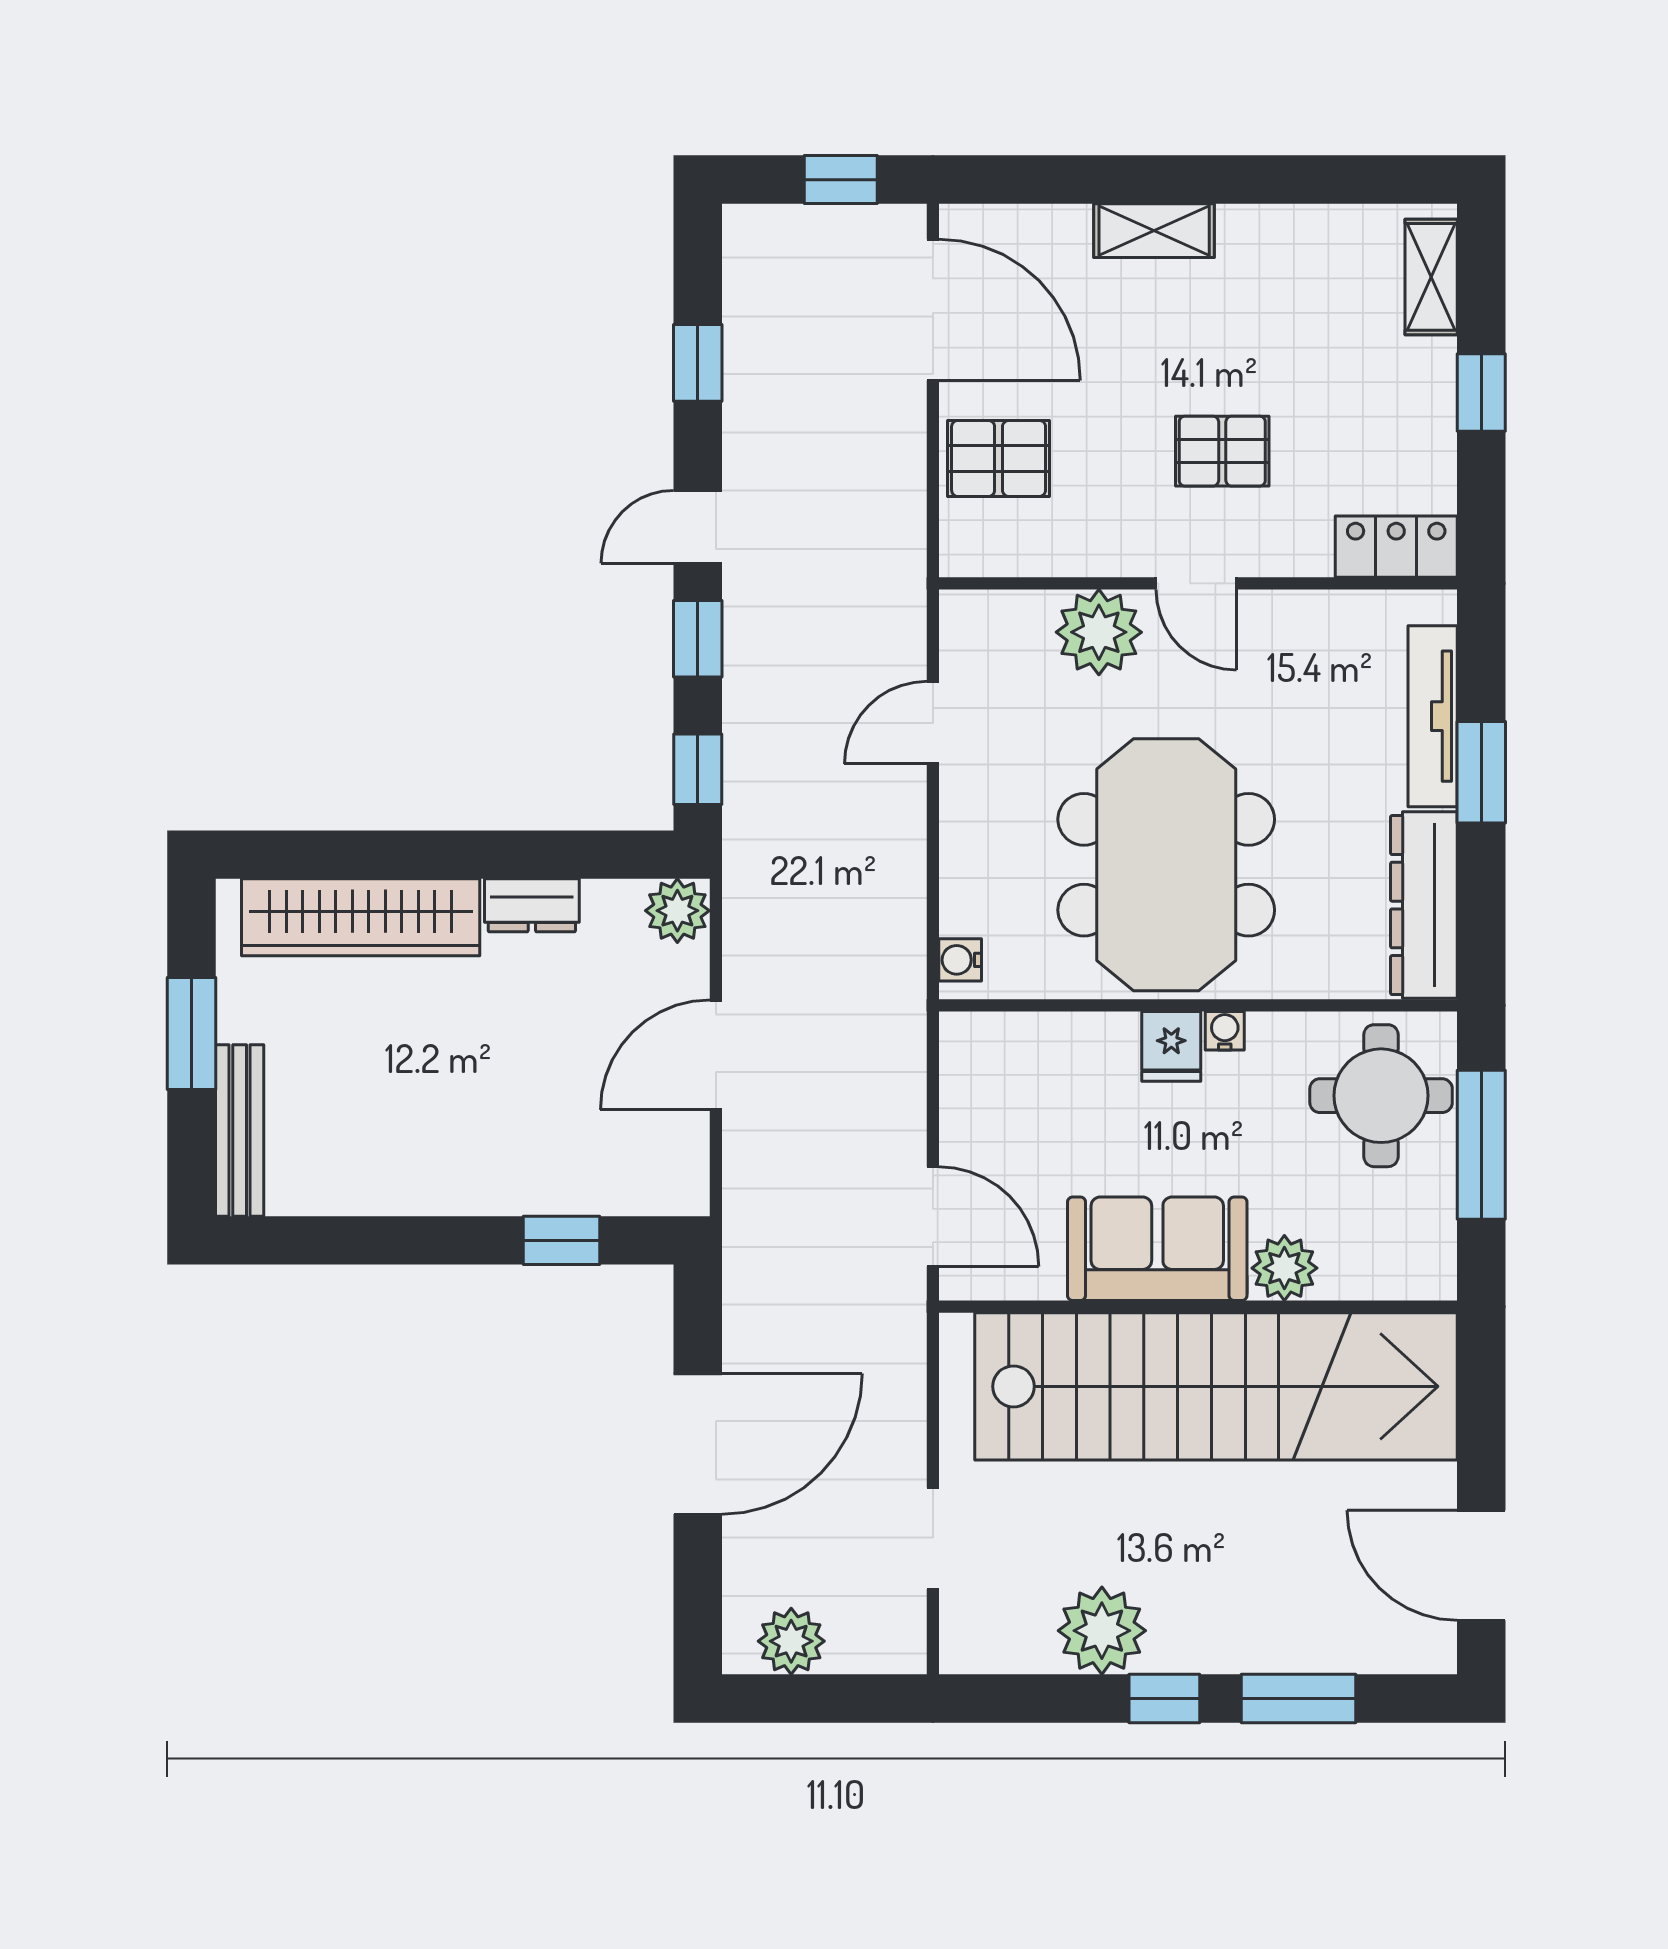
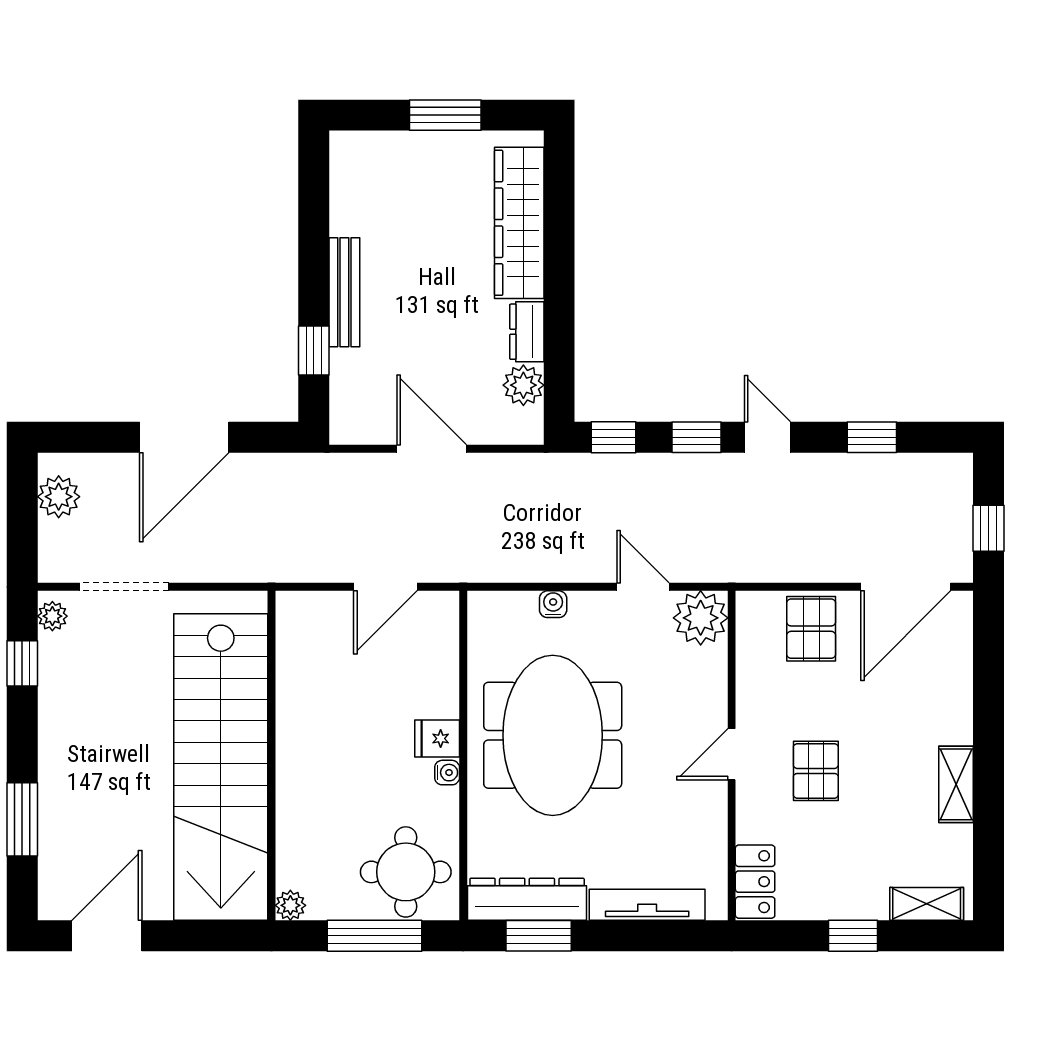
shelving: (1154, 231) -> (956, 784), moved
plant: (1099, 632) -> (701, 618), moved
window: (1481, 772) -> (539, 936), moved
meeting table: (1166, 865) -> (553, 735), turned 90
plant: (677, 911) -> (523, 385), moved
water cooler: (960, 960) -> (553, 604), moved
bench: (240, 1130) -> (344, 292), moved, turned 90
door: (933, 1217) -> (385, 587), moved
sofa: (1157, 1249) -> (308, 730), removed
plant: (1284, 1268) -> (290, 905), moved, width x0.73, depth x0.73
door: (698, 1444) -> (184, 437), hinge flipped
doorway: (933, 1538) -> (124, 587), width x1.38
plant: (1102, 1631) -> (52, 616), moved, width x0.53, depth x0.53
window: (1164, 1698) -> (22, 663), moved

